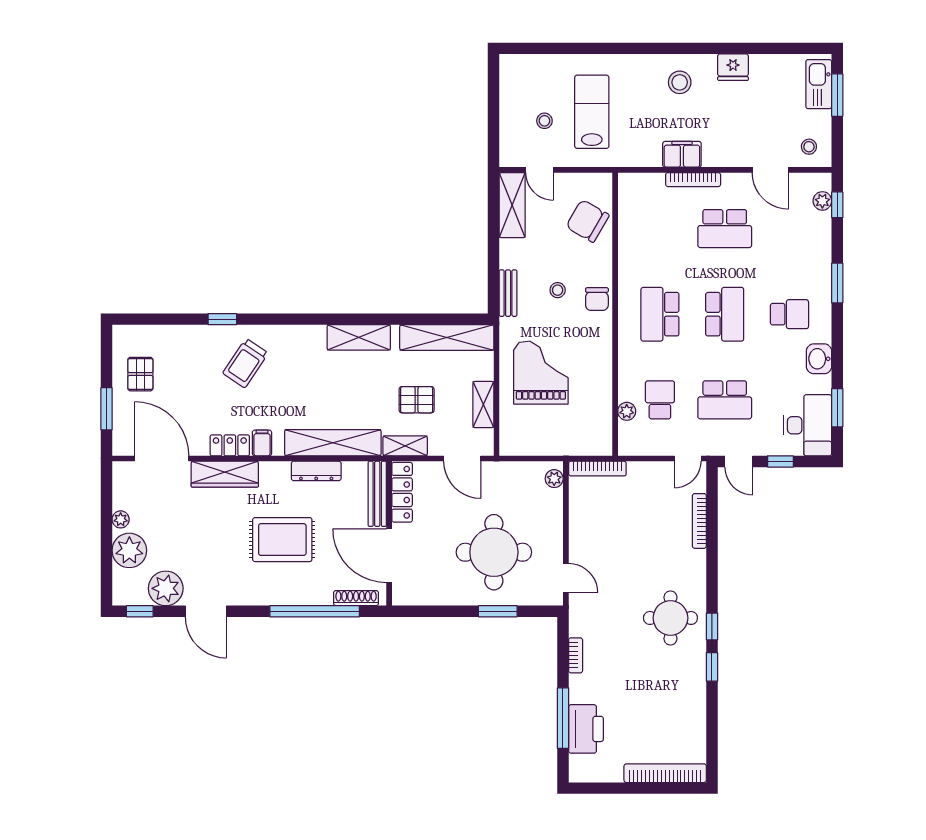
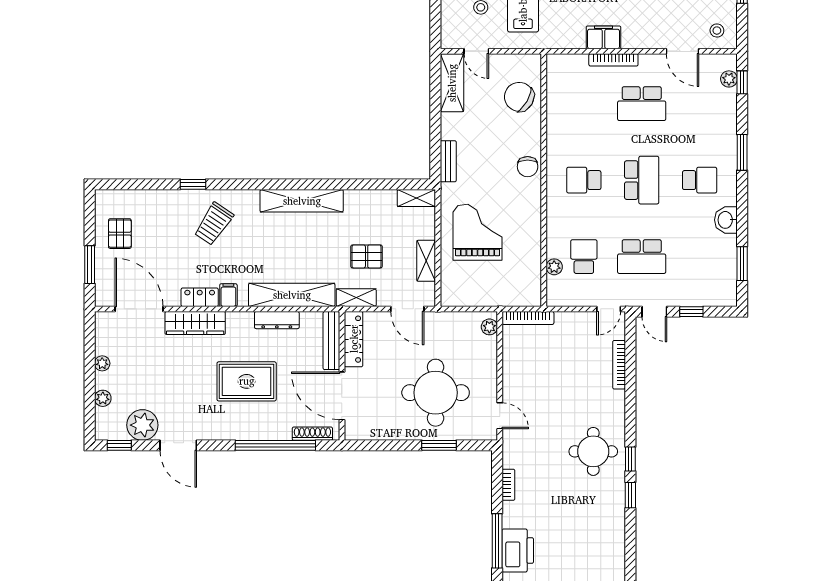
stool: (558, 290) -> (492, 159), removed
school desk: (660, 314) -> (584, 180), width x0.54
shelving: (359, 337) -> (302, 201), width x1.47
shelving: (447, 338) -> (416, 198), width x0.45, depth x0.75
desk: (808, 425) -> (716, 279), removed
plant: (129, 550) -> (103, 398), width x0.53, depth x0.53

